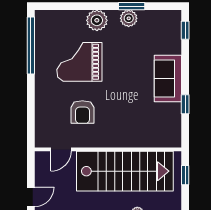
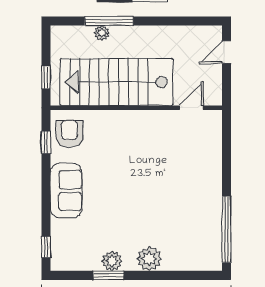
grand piano: (79, 62) -> (170, 210), removed
window: (185, 104) -> (46, 142), moved
armchair: (82, 112) -> (69, 134), moved

